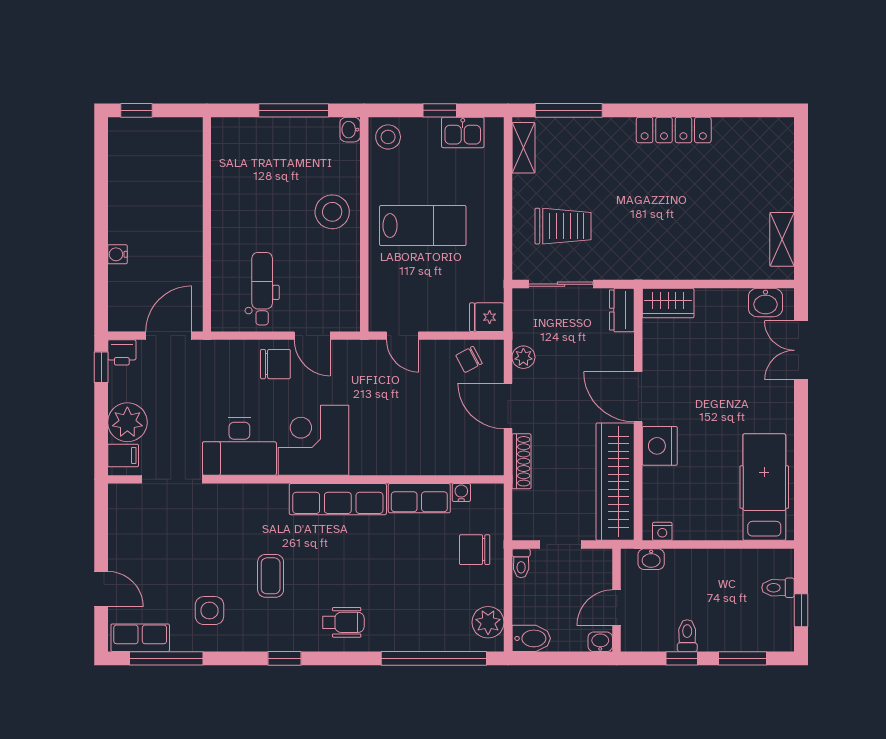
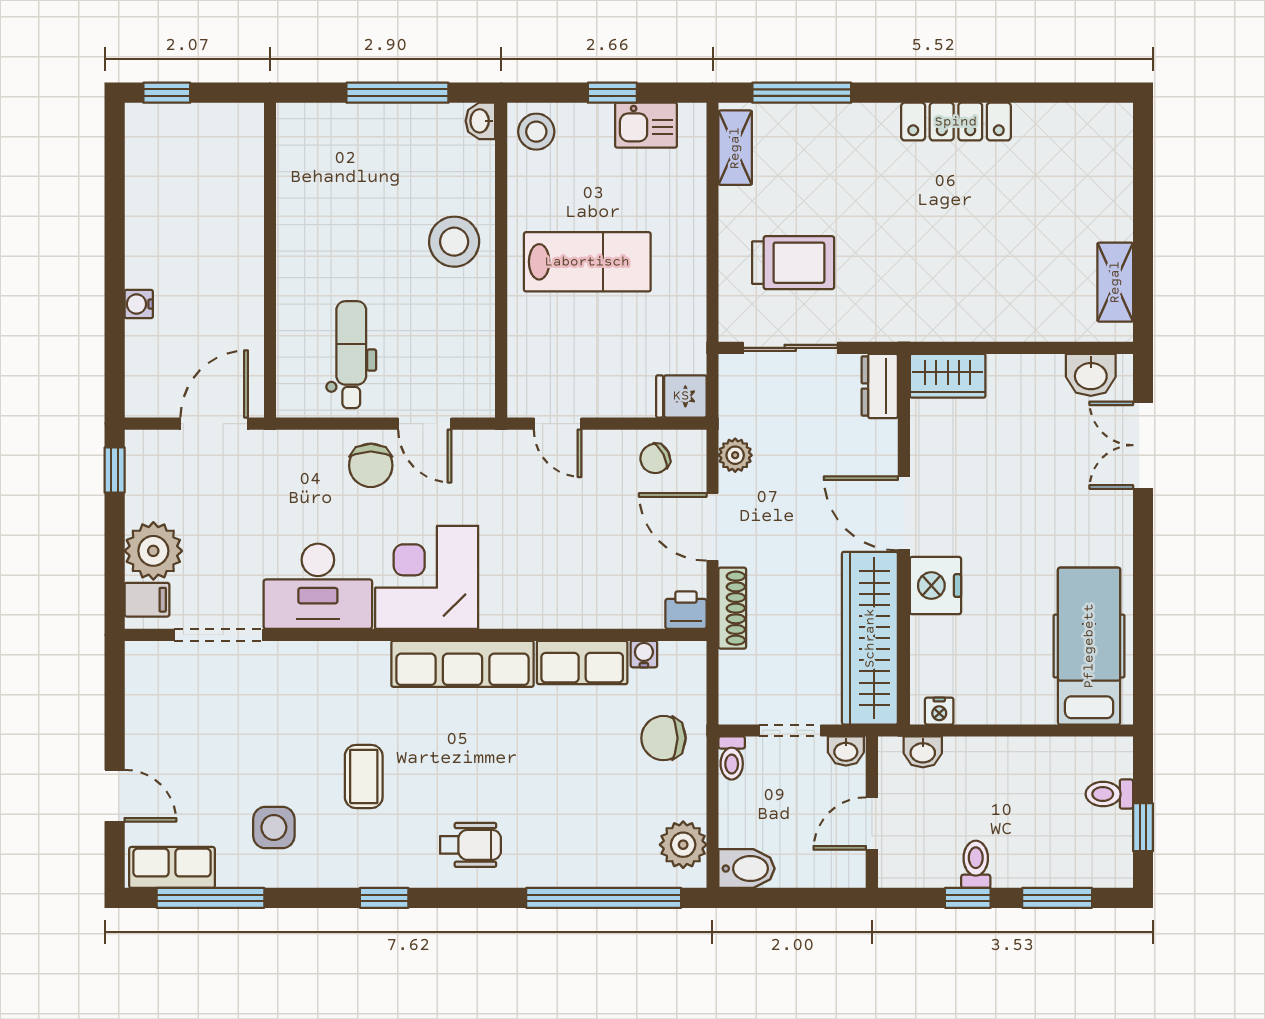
printer: (122, 352) -> (686, 610), moved, turned 180
chair: (275, 364) -> (371, 465), turned 90
washbasin: (600, 642) -> (846, 751), moved, turned 180

